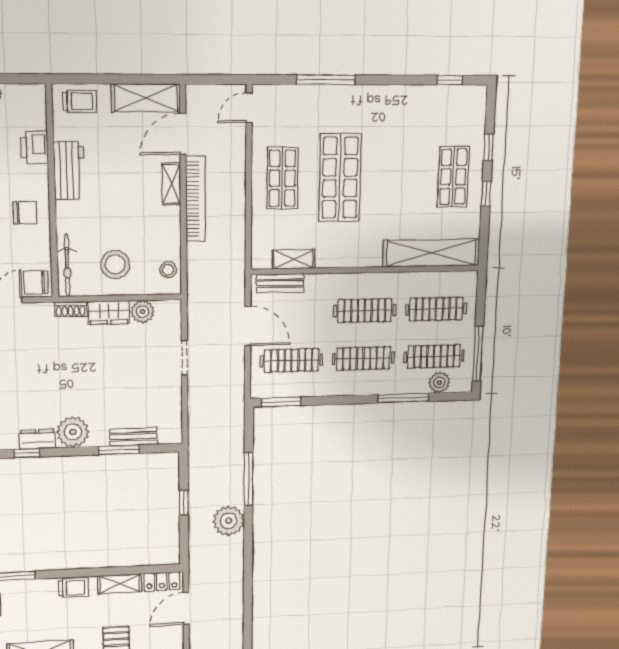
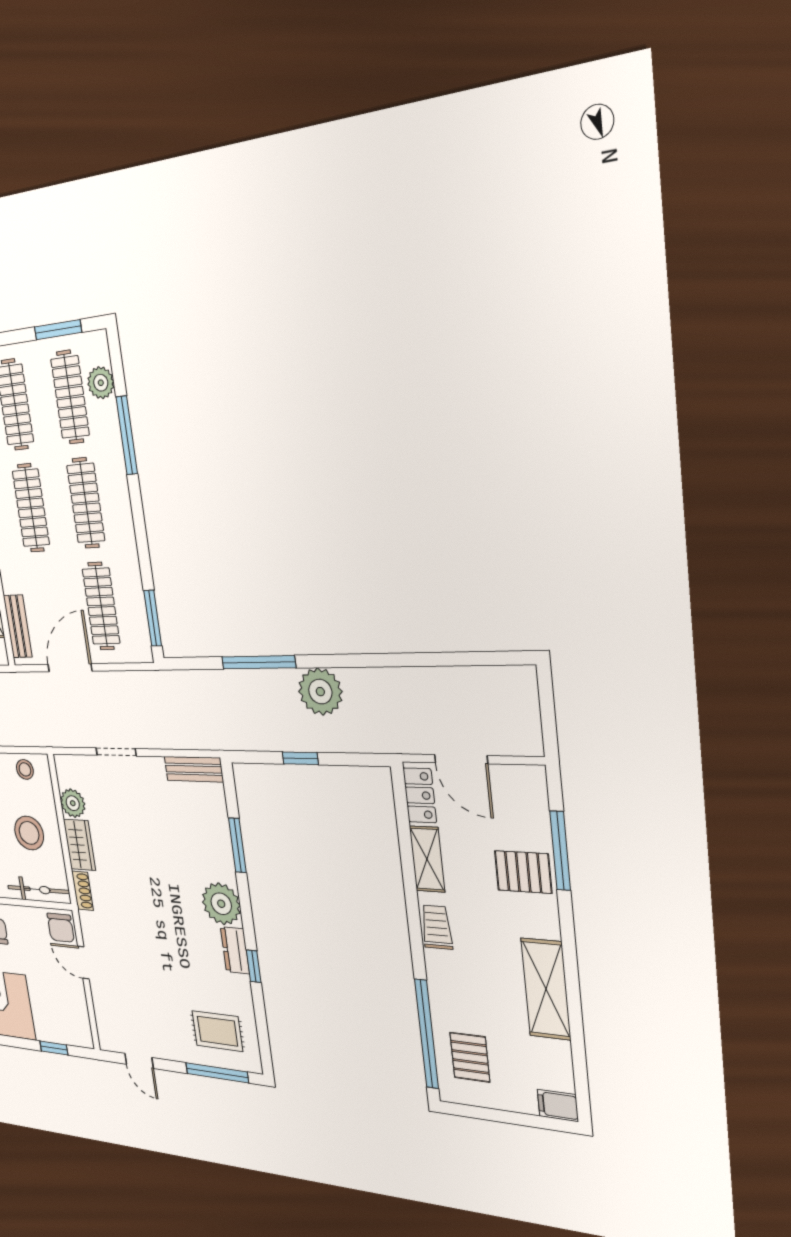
window: (478, 354) -> (58, 330), width x0.69
bench: (133, 437) -> (194, 769), moved, turned 90

